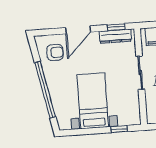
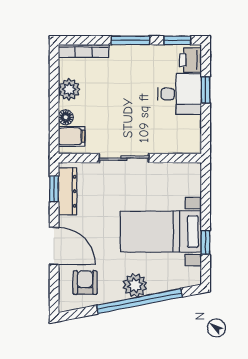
plant: (56, 86) -> (135, 285), added
window: (119, 129) -> (206, 242), moved

